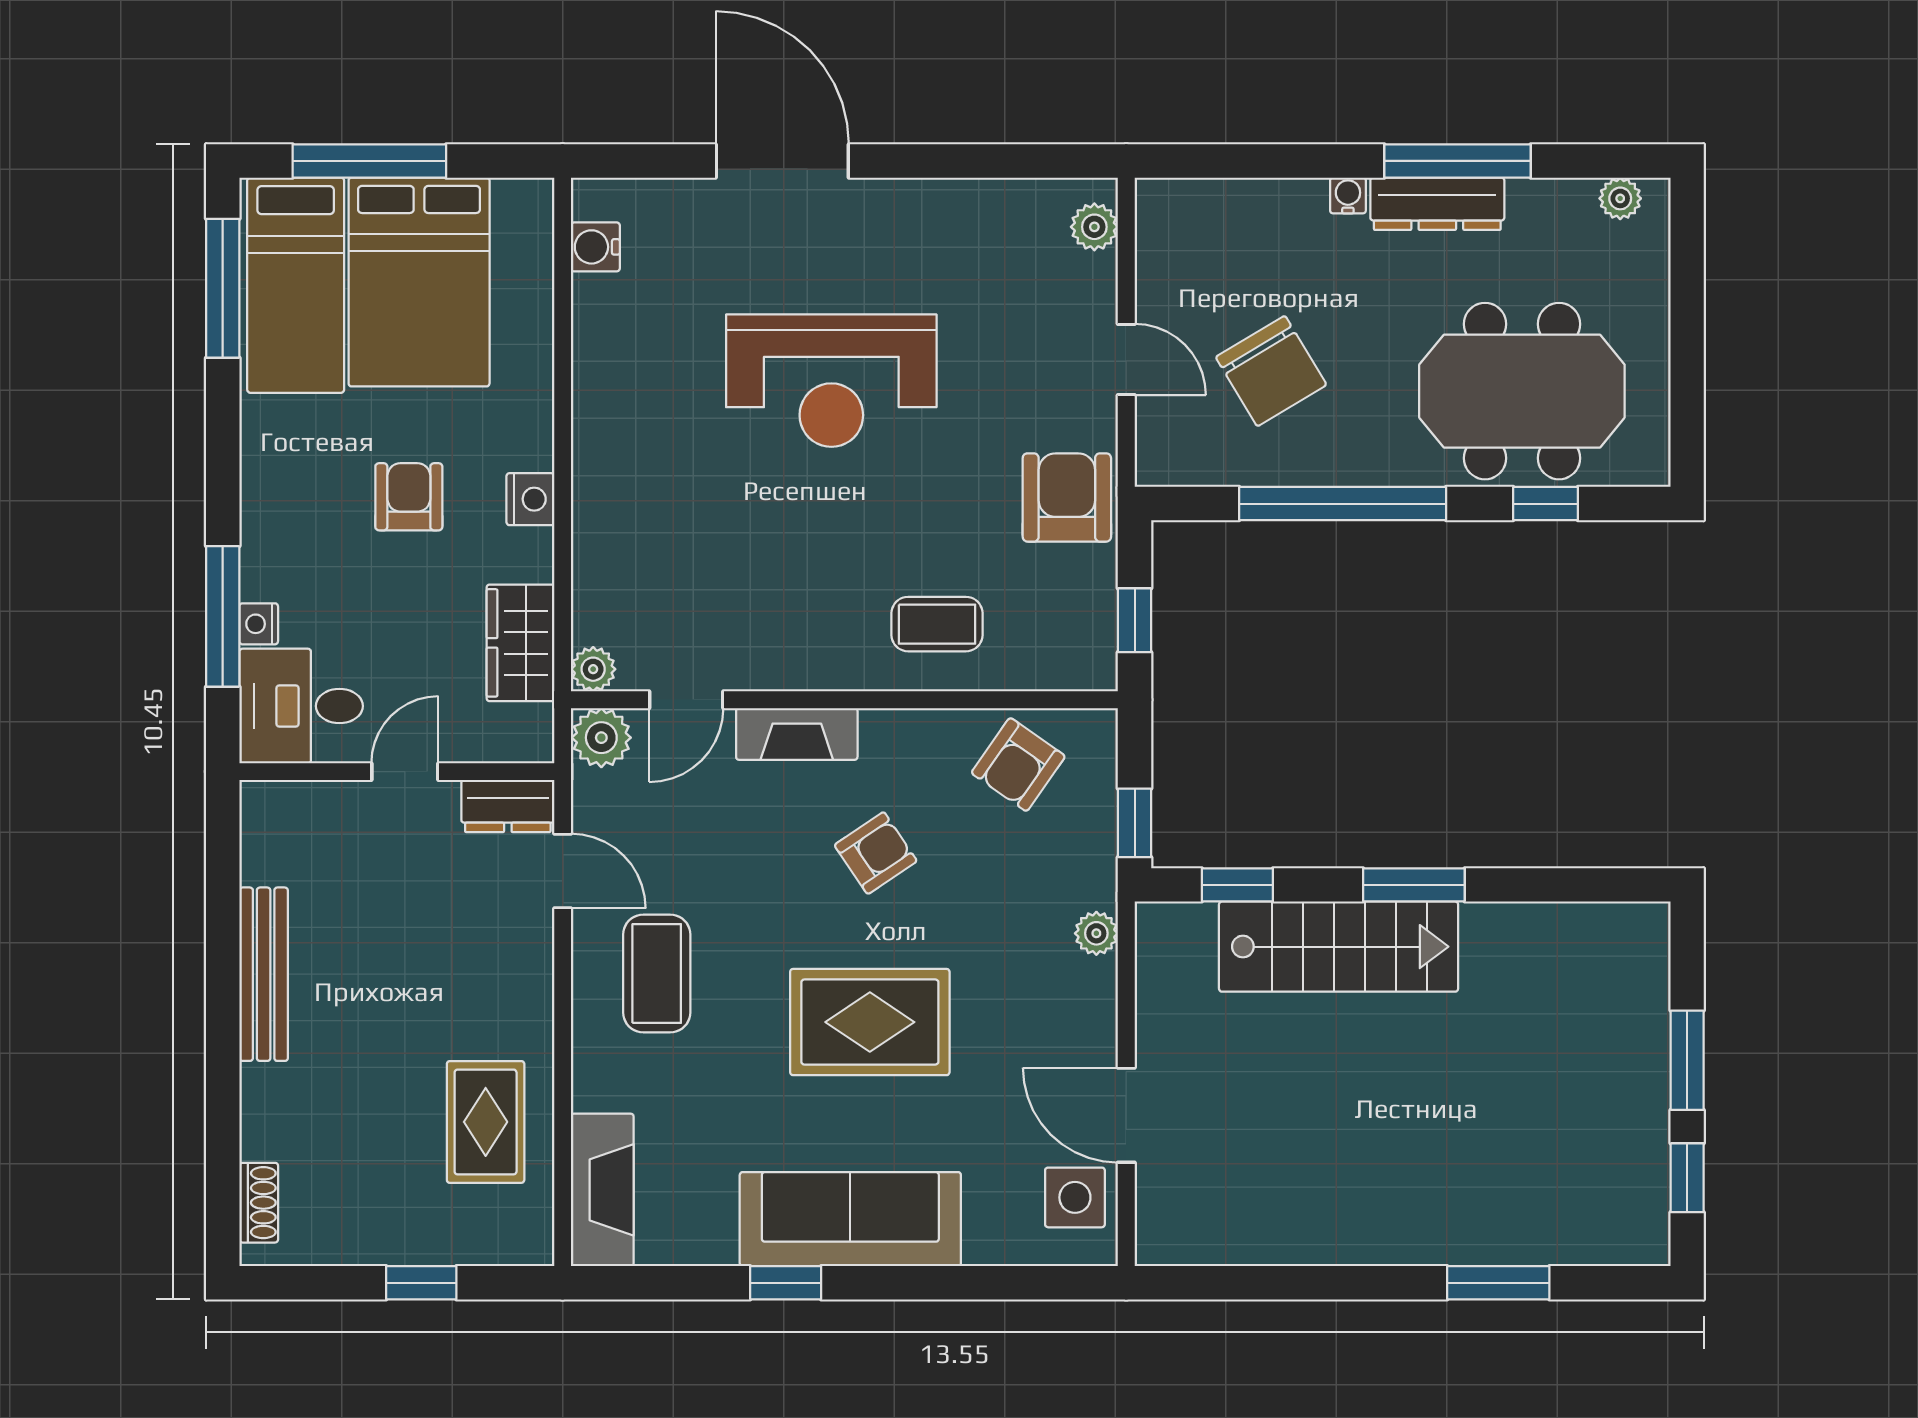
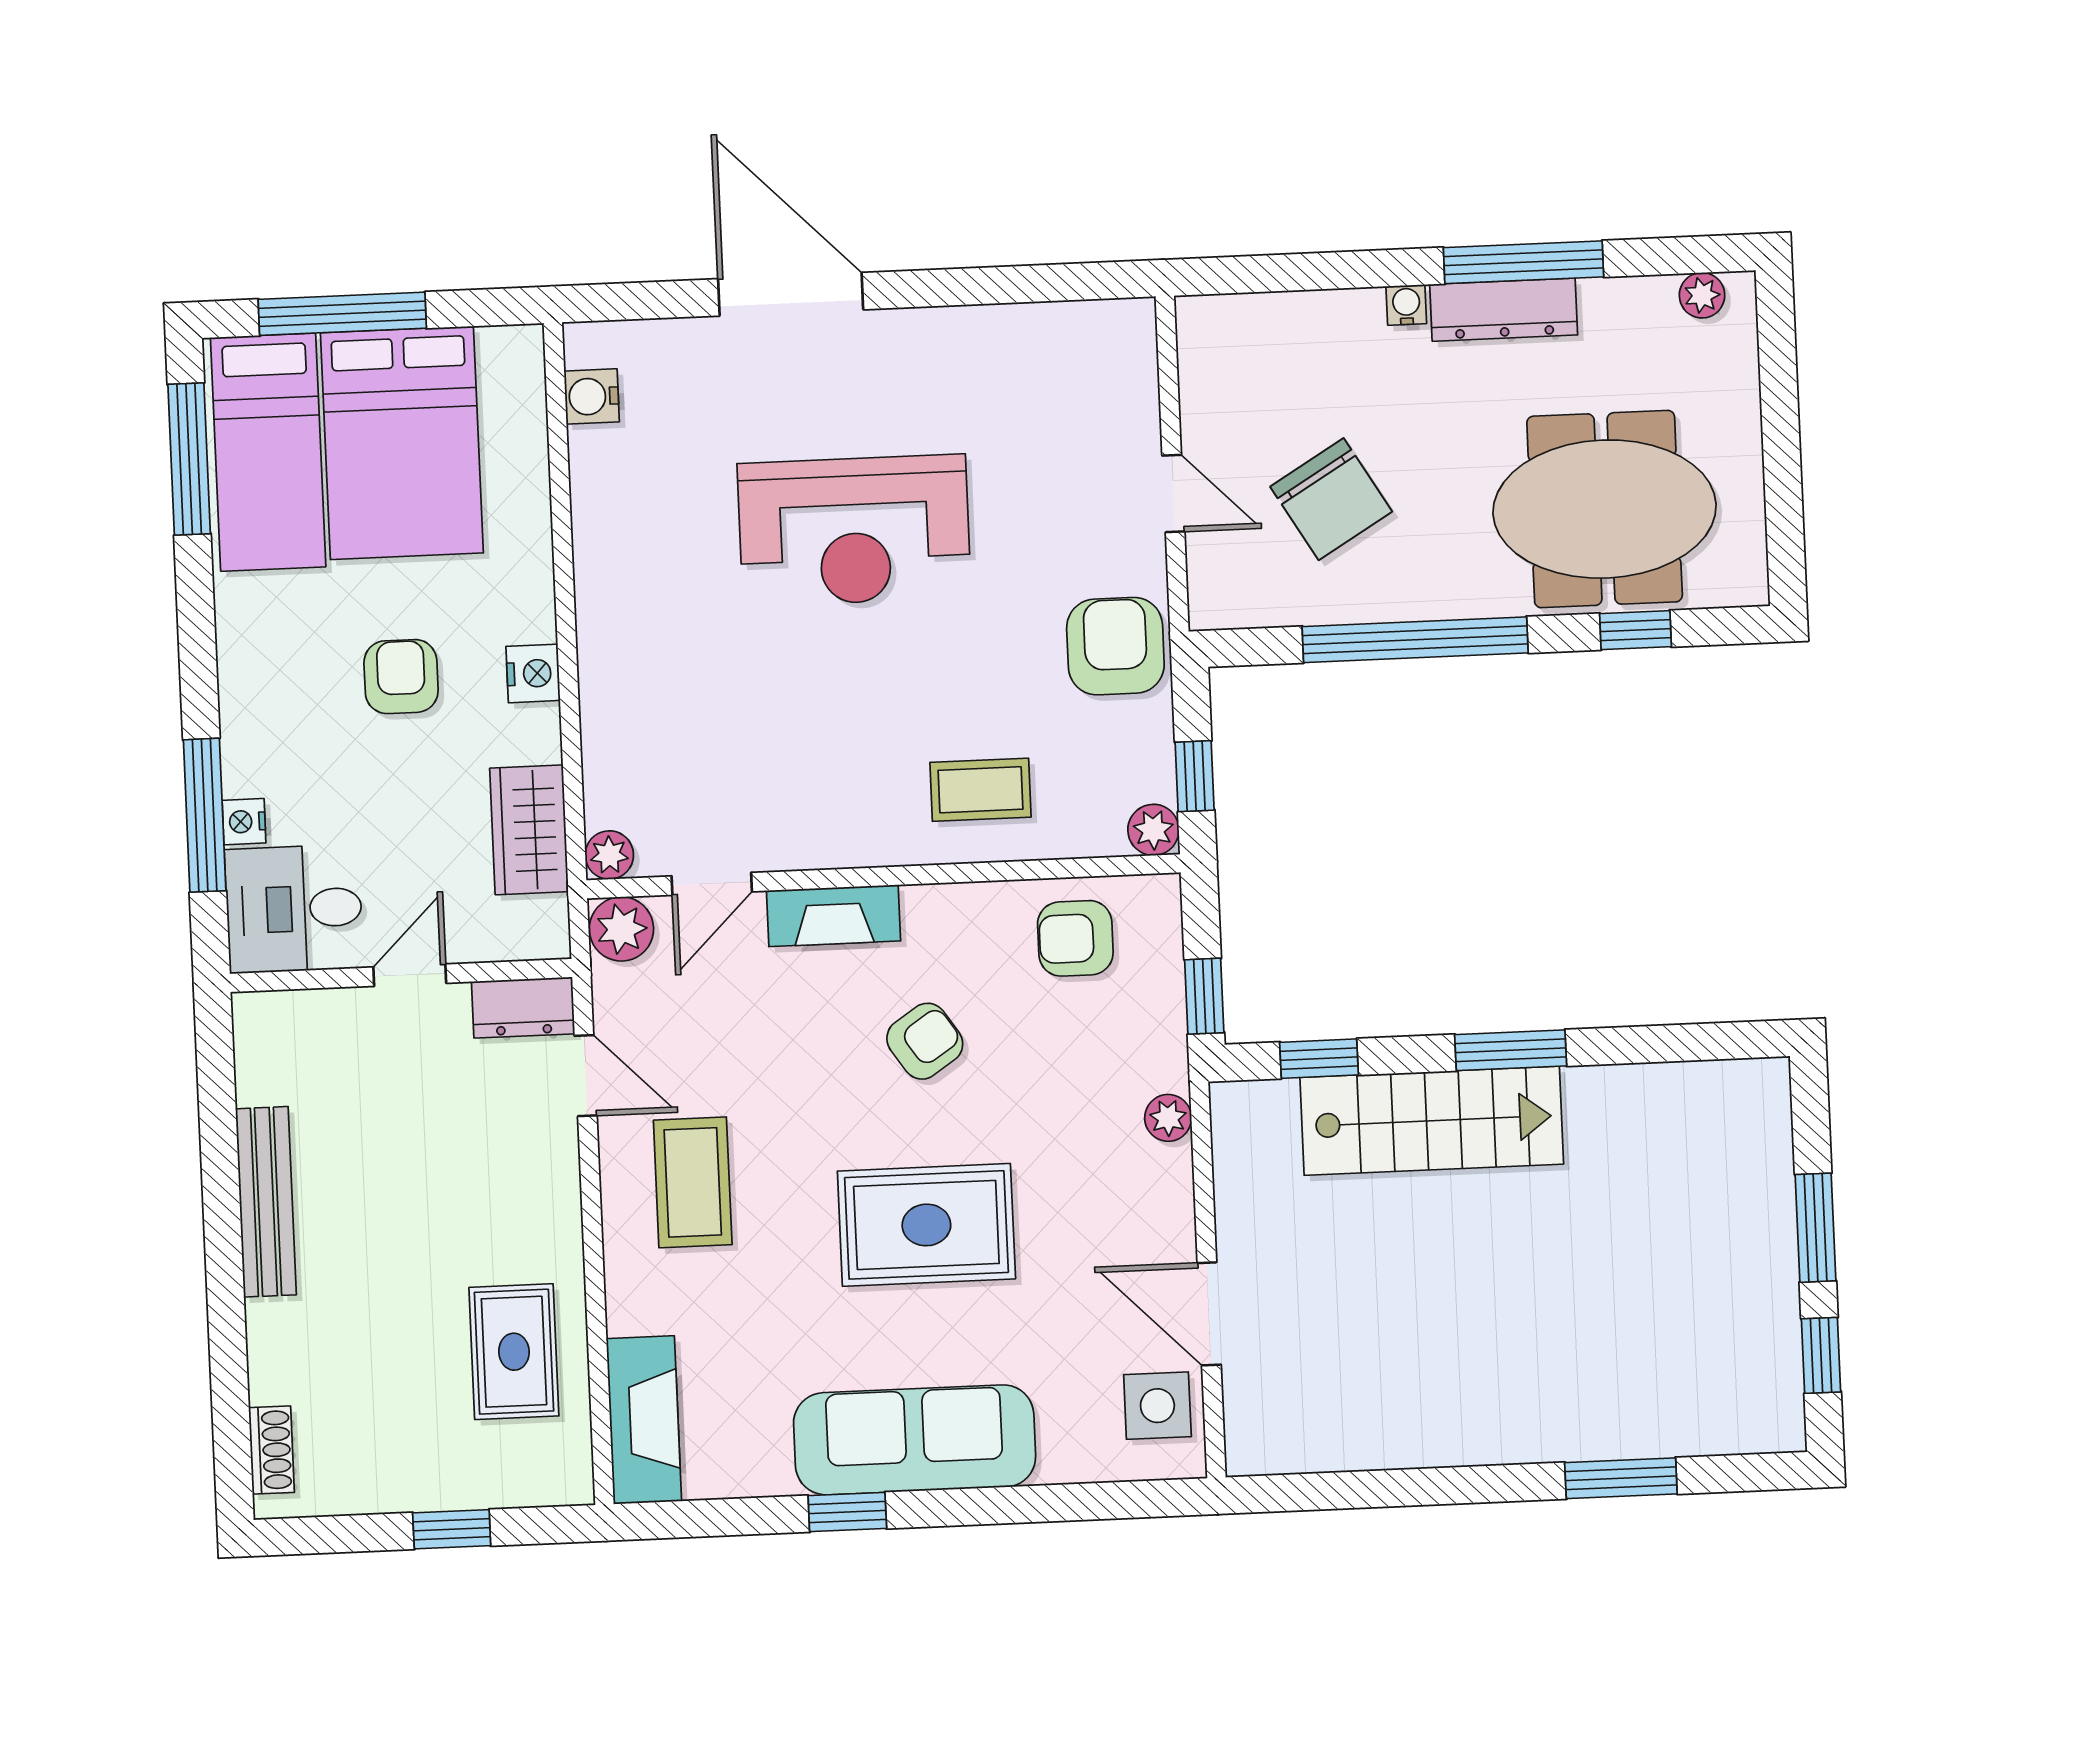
plant: (1094, 227) -> (1153, 830), moved
armchair: (1018, 765) -> (1075, 938), turned 55

